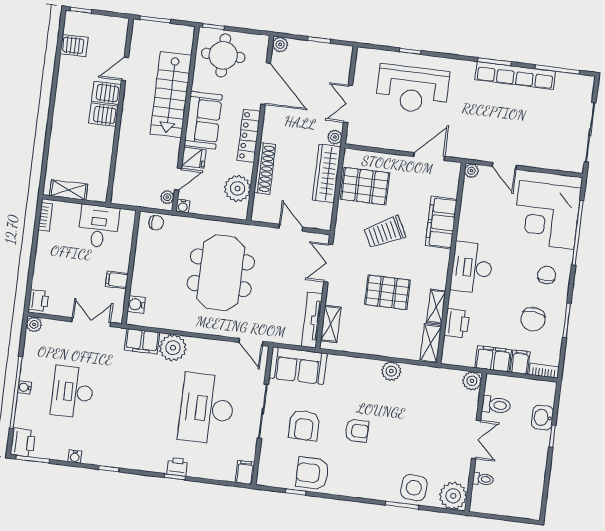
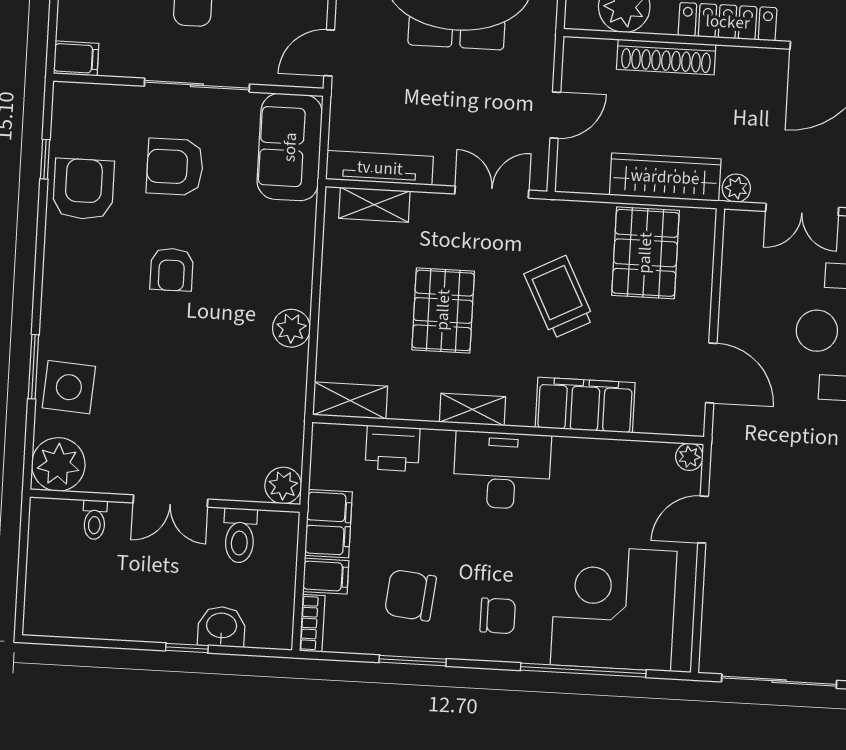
double door: (348, 104) -> (802, 209), swing flipped
shelving: (436, 307) -> (473, 409), moved

